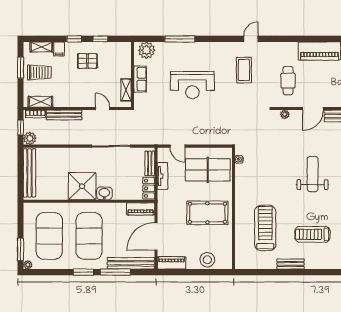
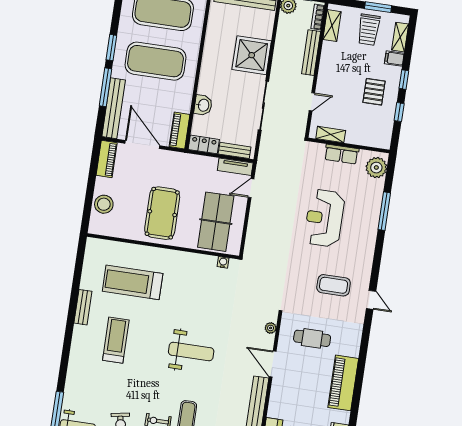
tv unit: (162, 176) -> (235, 167), moved
shower: (82, 186) -> (252, 55), moved
washbasin: (104, 193) -> (203, 105), moved
treadmill: (265, 228) -> (133, 282), turned 180

